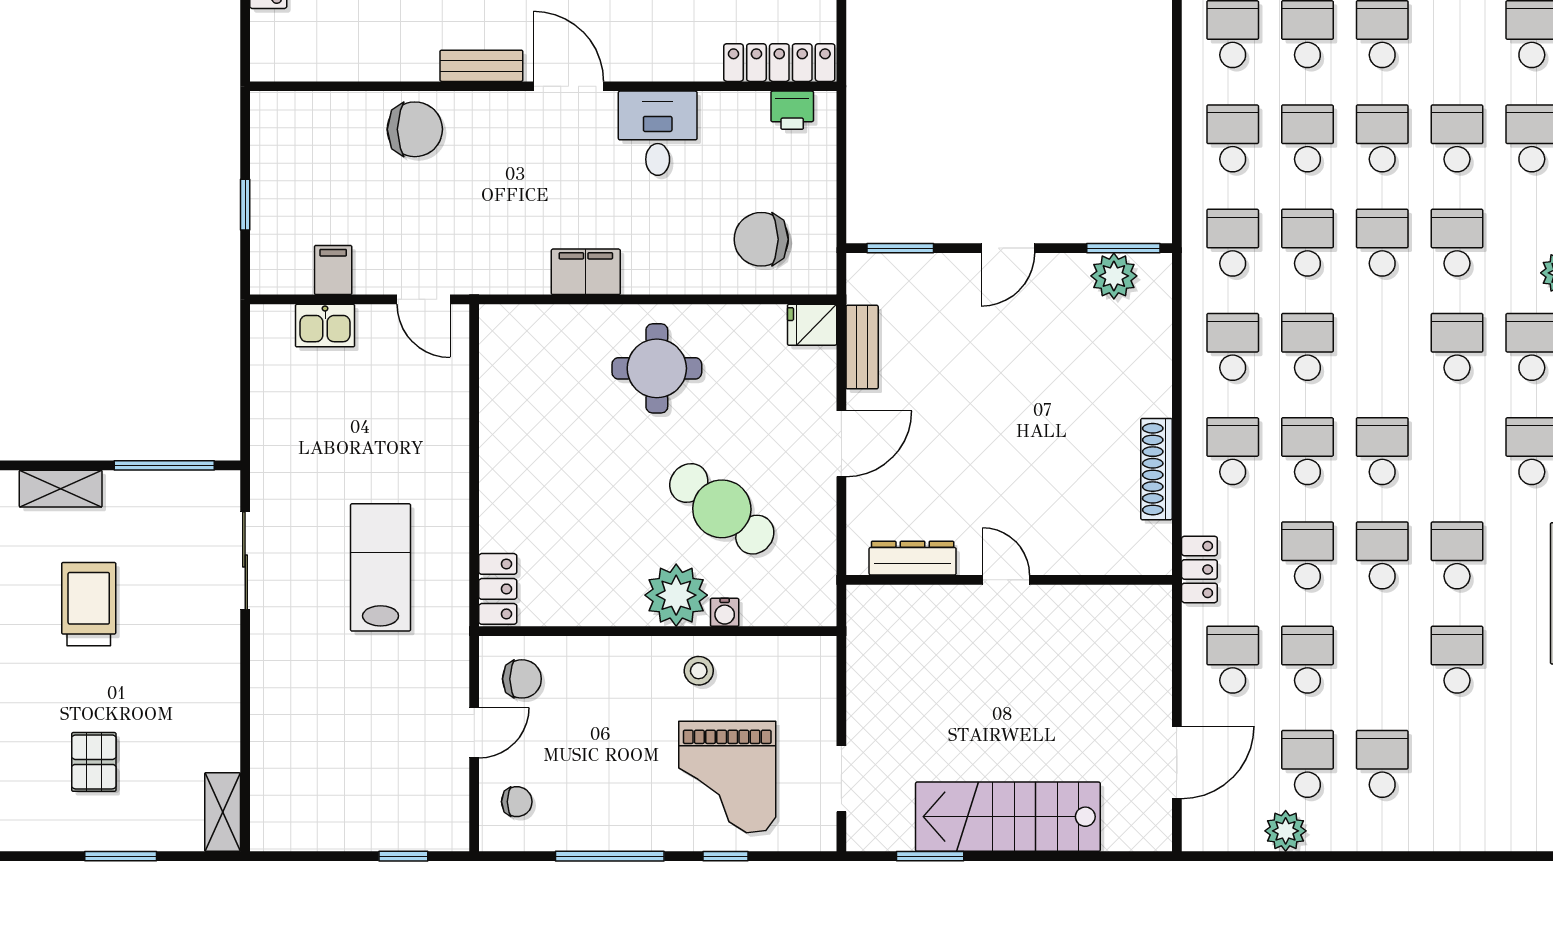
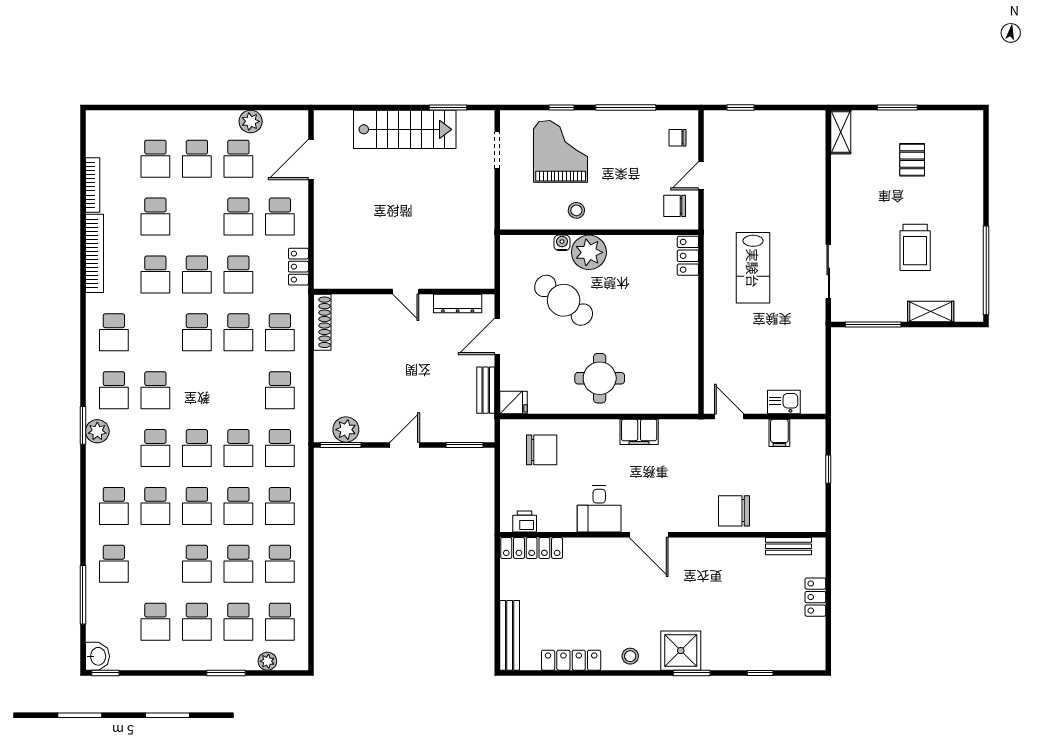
bench: (481, 66) -> (788, 546), moved
school desk: (1307, 347) -> (155, 159), moved
dresser: (913, 558) -> (458, 304), moved
door: (1006, 580) -> (406, 292), moved
wall: (1009, 580) -> (404, 292), moved

